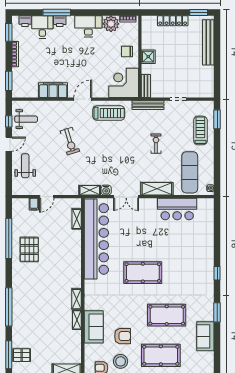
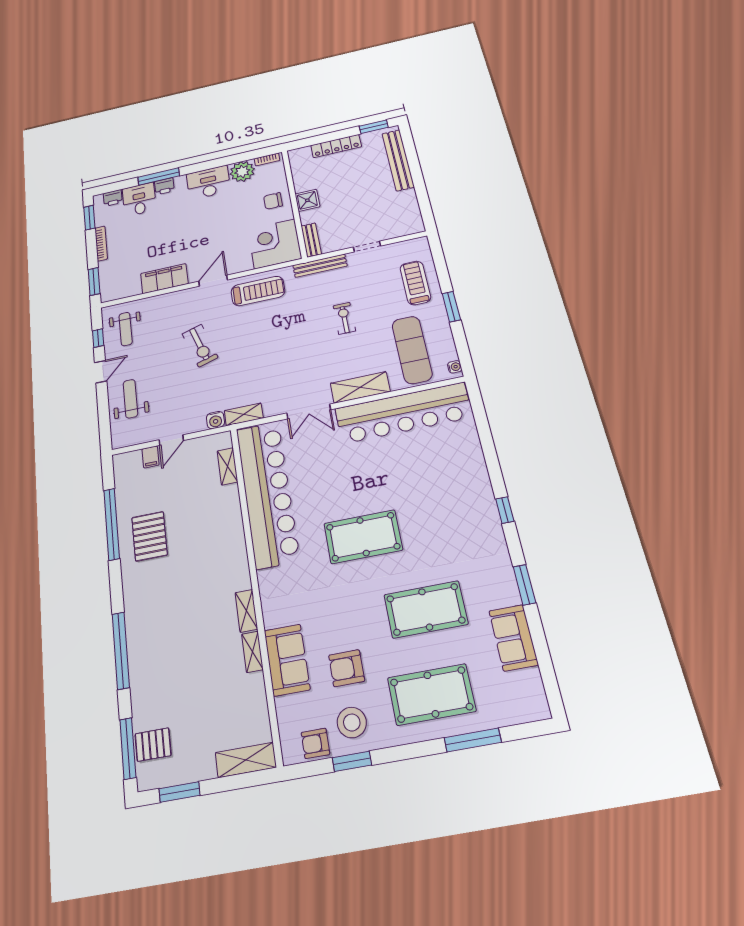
weight bench: (26, 119) -> (126, 329), turned 90
window: (217, 119) -> (451, 307), moved
water cooler: (106, 190) -> (215, 420), moved
bar counter: (177, 209) -> (403, 413), width x1.86
armchair: (123, 336) -> (347, 668), turned 180

